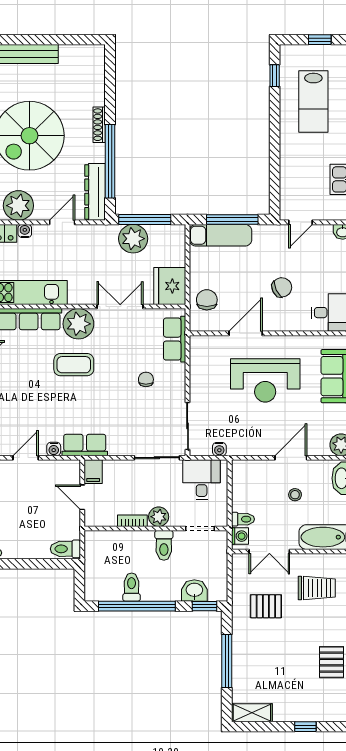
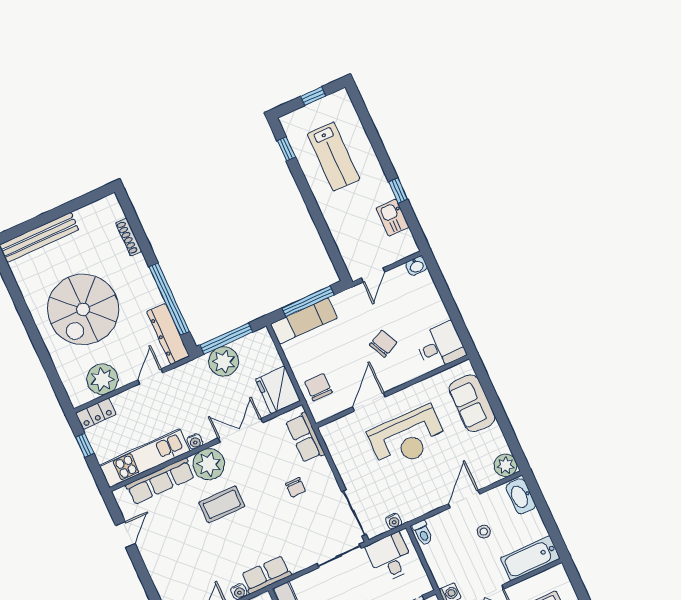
shoe rack: (99, 125) -> (129, 237), moved
water cooler: (25, 231) -> (195, 441), moved, turned 180
chair: (146, 379) -> (295, 487), turned 180
toilet: (243, 519) -> (423, 533), moved, turned 90

